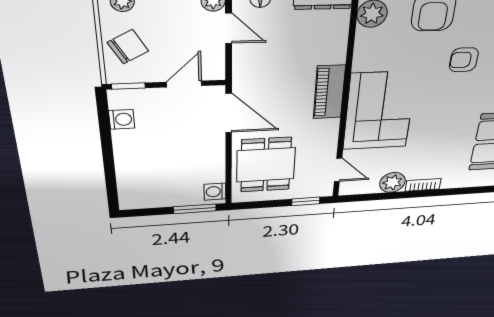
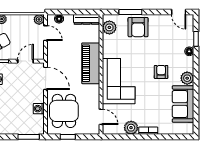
armchair: (464, 60) -> (161, 72), moved, turned 90
piano: (329, 92) -> (91, 63), width x1.37, depth x1.33
washing machine: (215, 192) -> (39, 109), moved
window: (306, 201) -> (68, 137), moved

